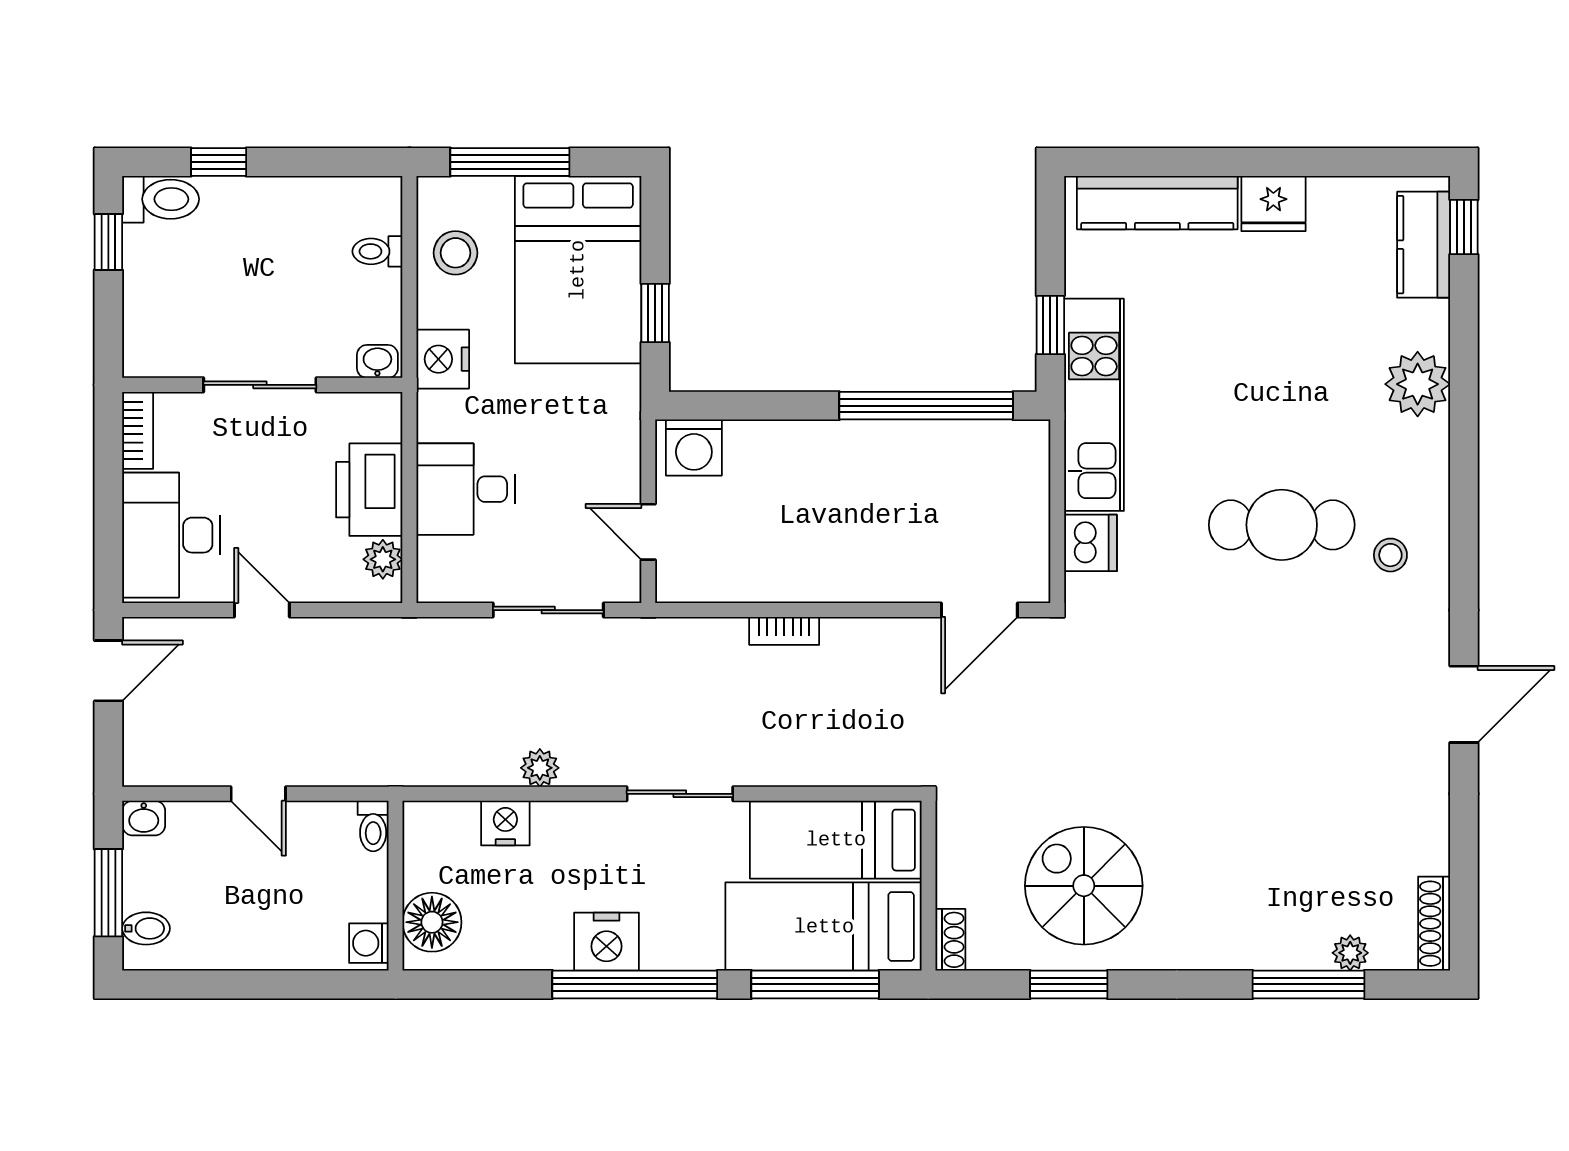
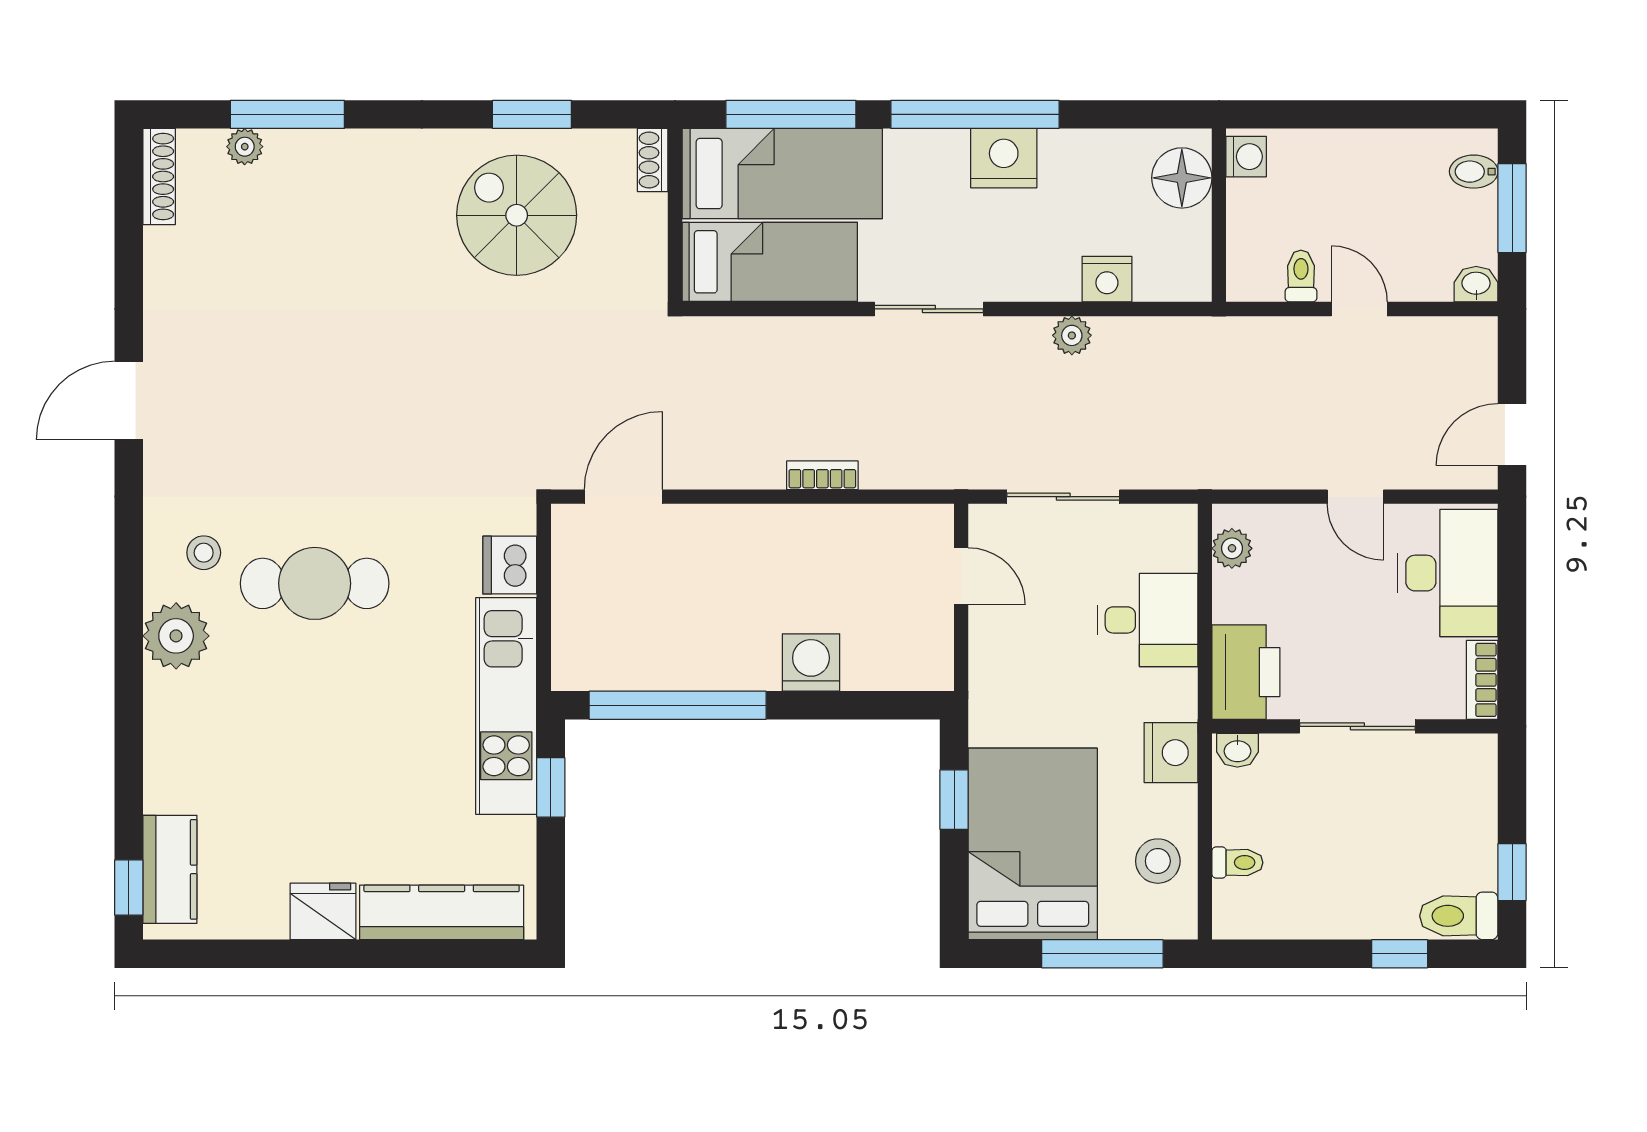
plant: (1418, 384) -> (176, 636), moved
washing machine: (694, 447) -> (811, 662), moved
printer: (369, 490) -> (1246, 672), moved
toilet: (373, 826) -> (1301, 276), moved
spiral stairs: (1084, 886) -> (517, 215), turned 180

